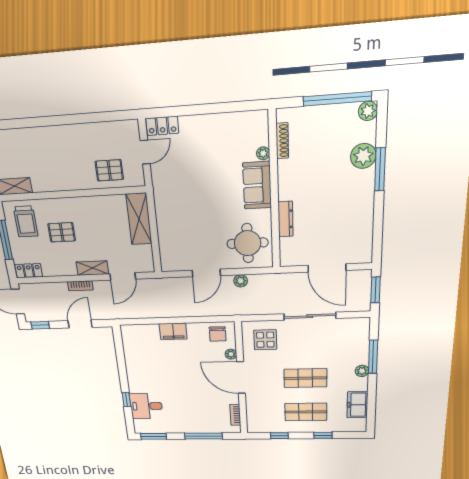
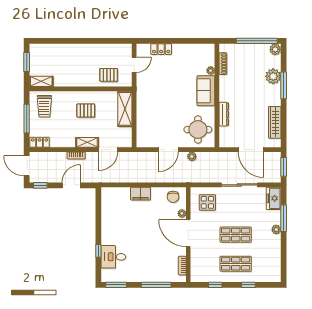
locker: (162, 126) -> (161, 49), moved
wardrobe: (364, 227) -> (275, 122), added
pallet: (62, 232) -> (86, 110), moved
freezer: (357, 405) -> (274, 198), moved

